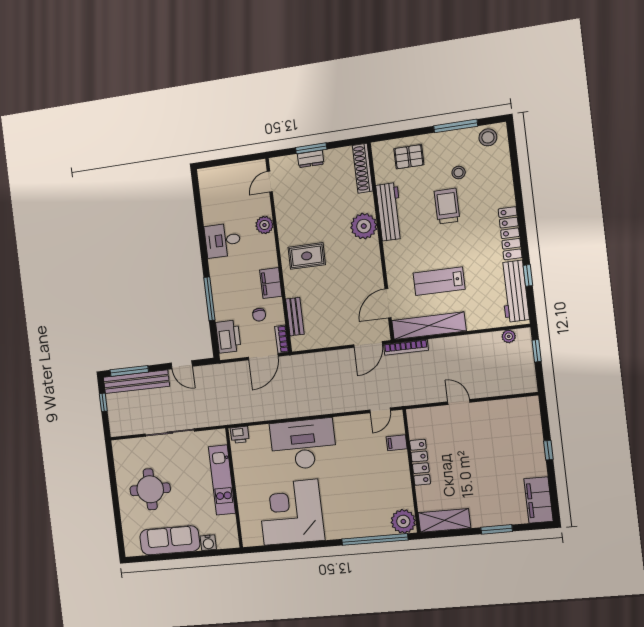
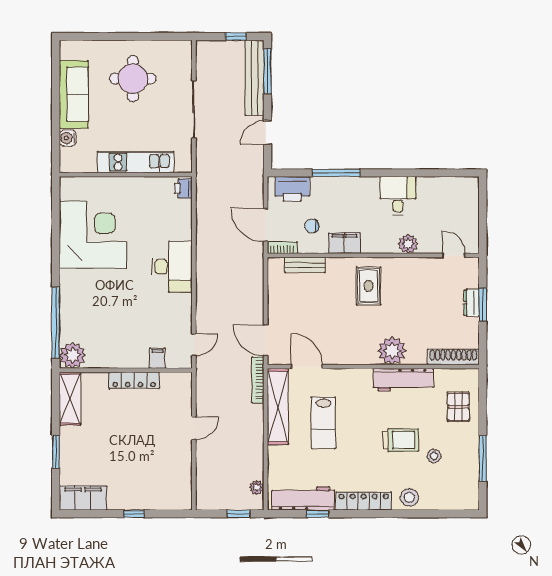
stool: (488, 137) -> (409, 497), moved
lab bench: (439, 281) -> (323, 423), turned 180
door: (380, 410) -> (194, 345), swing flipped
desk: (303, 444) -> (172, 267), width x0.73, depth x0.77

